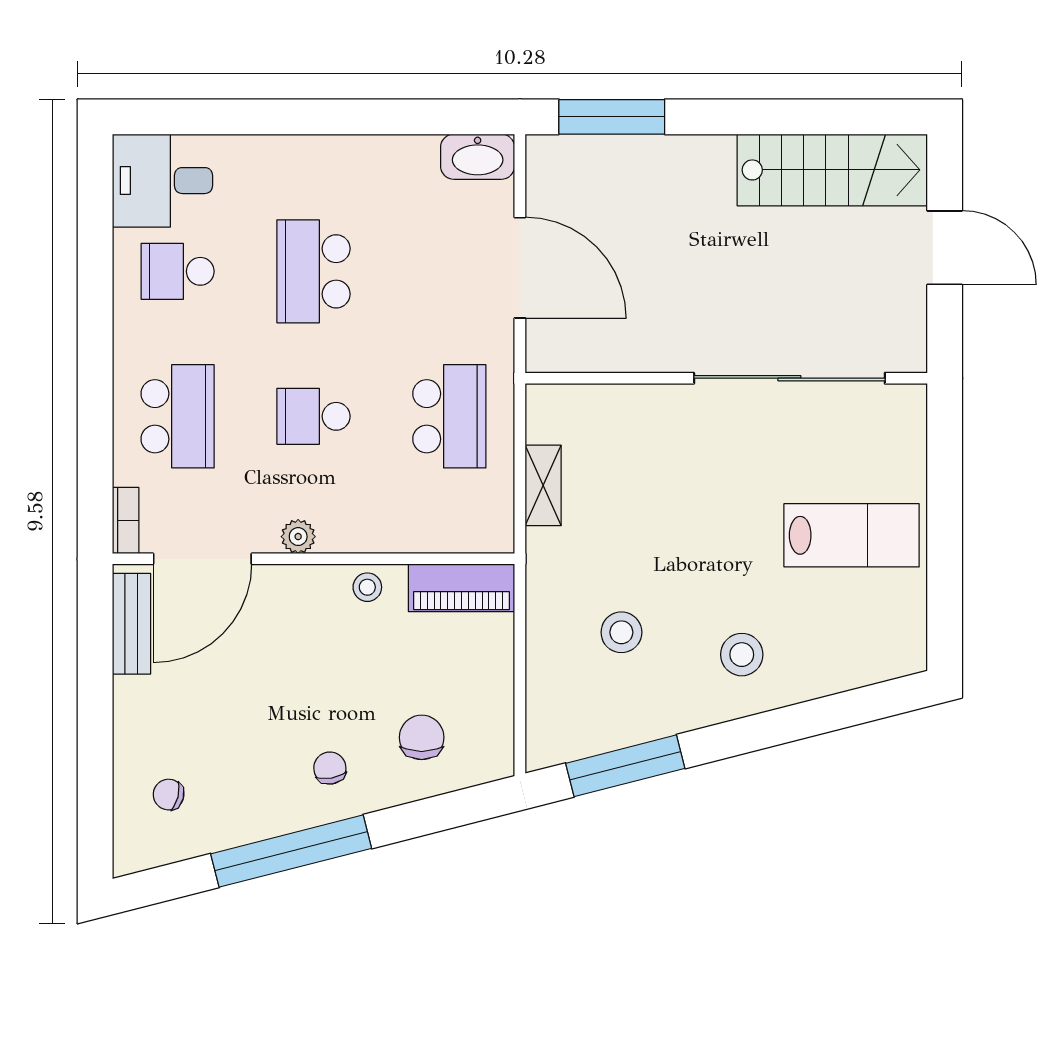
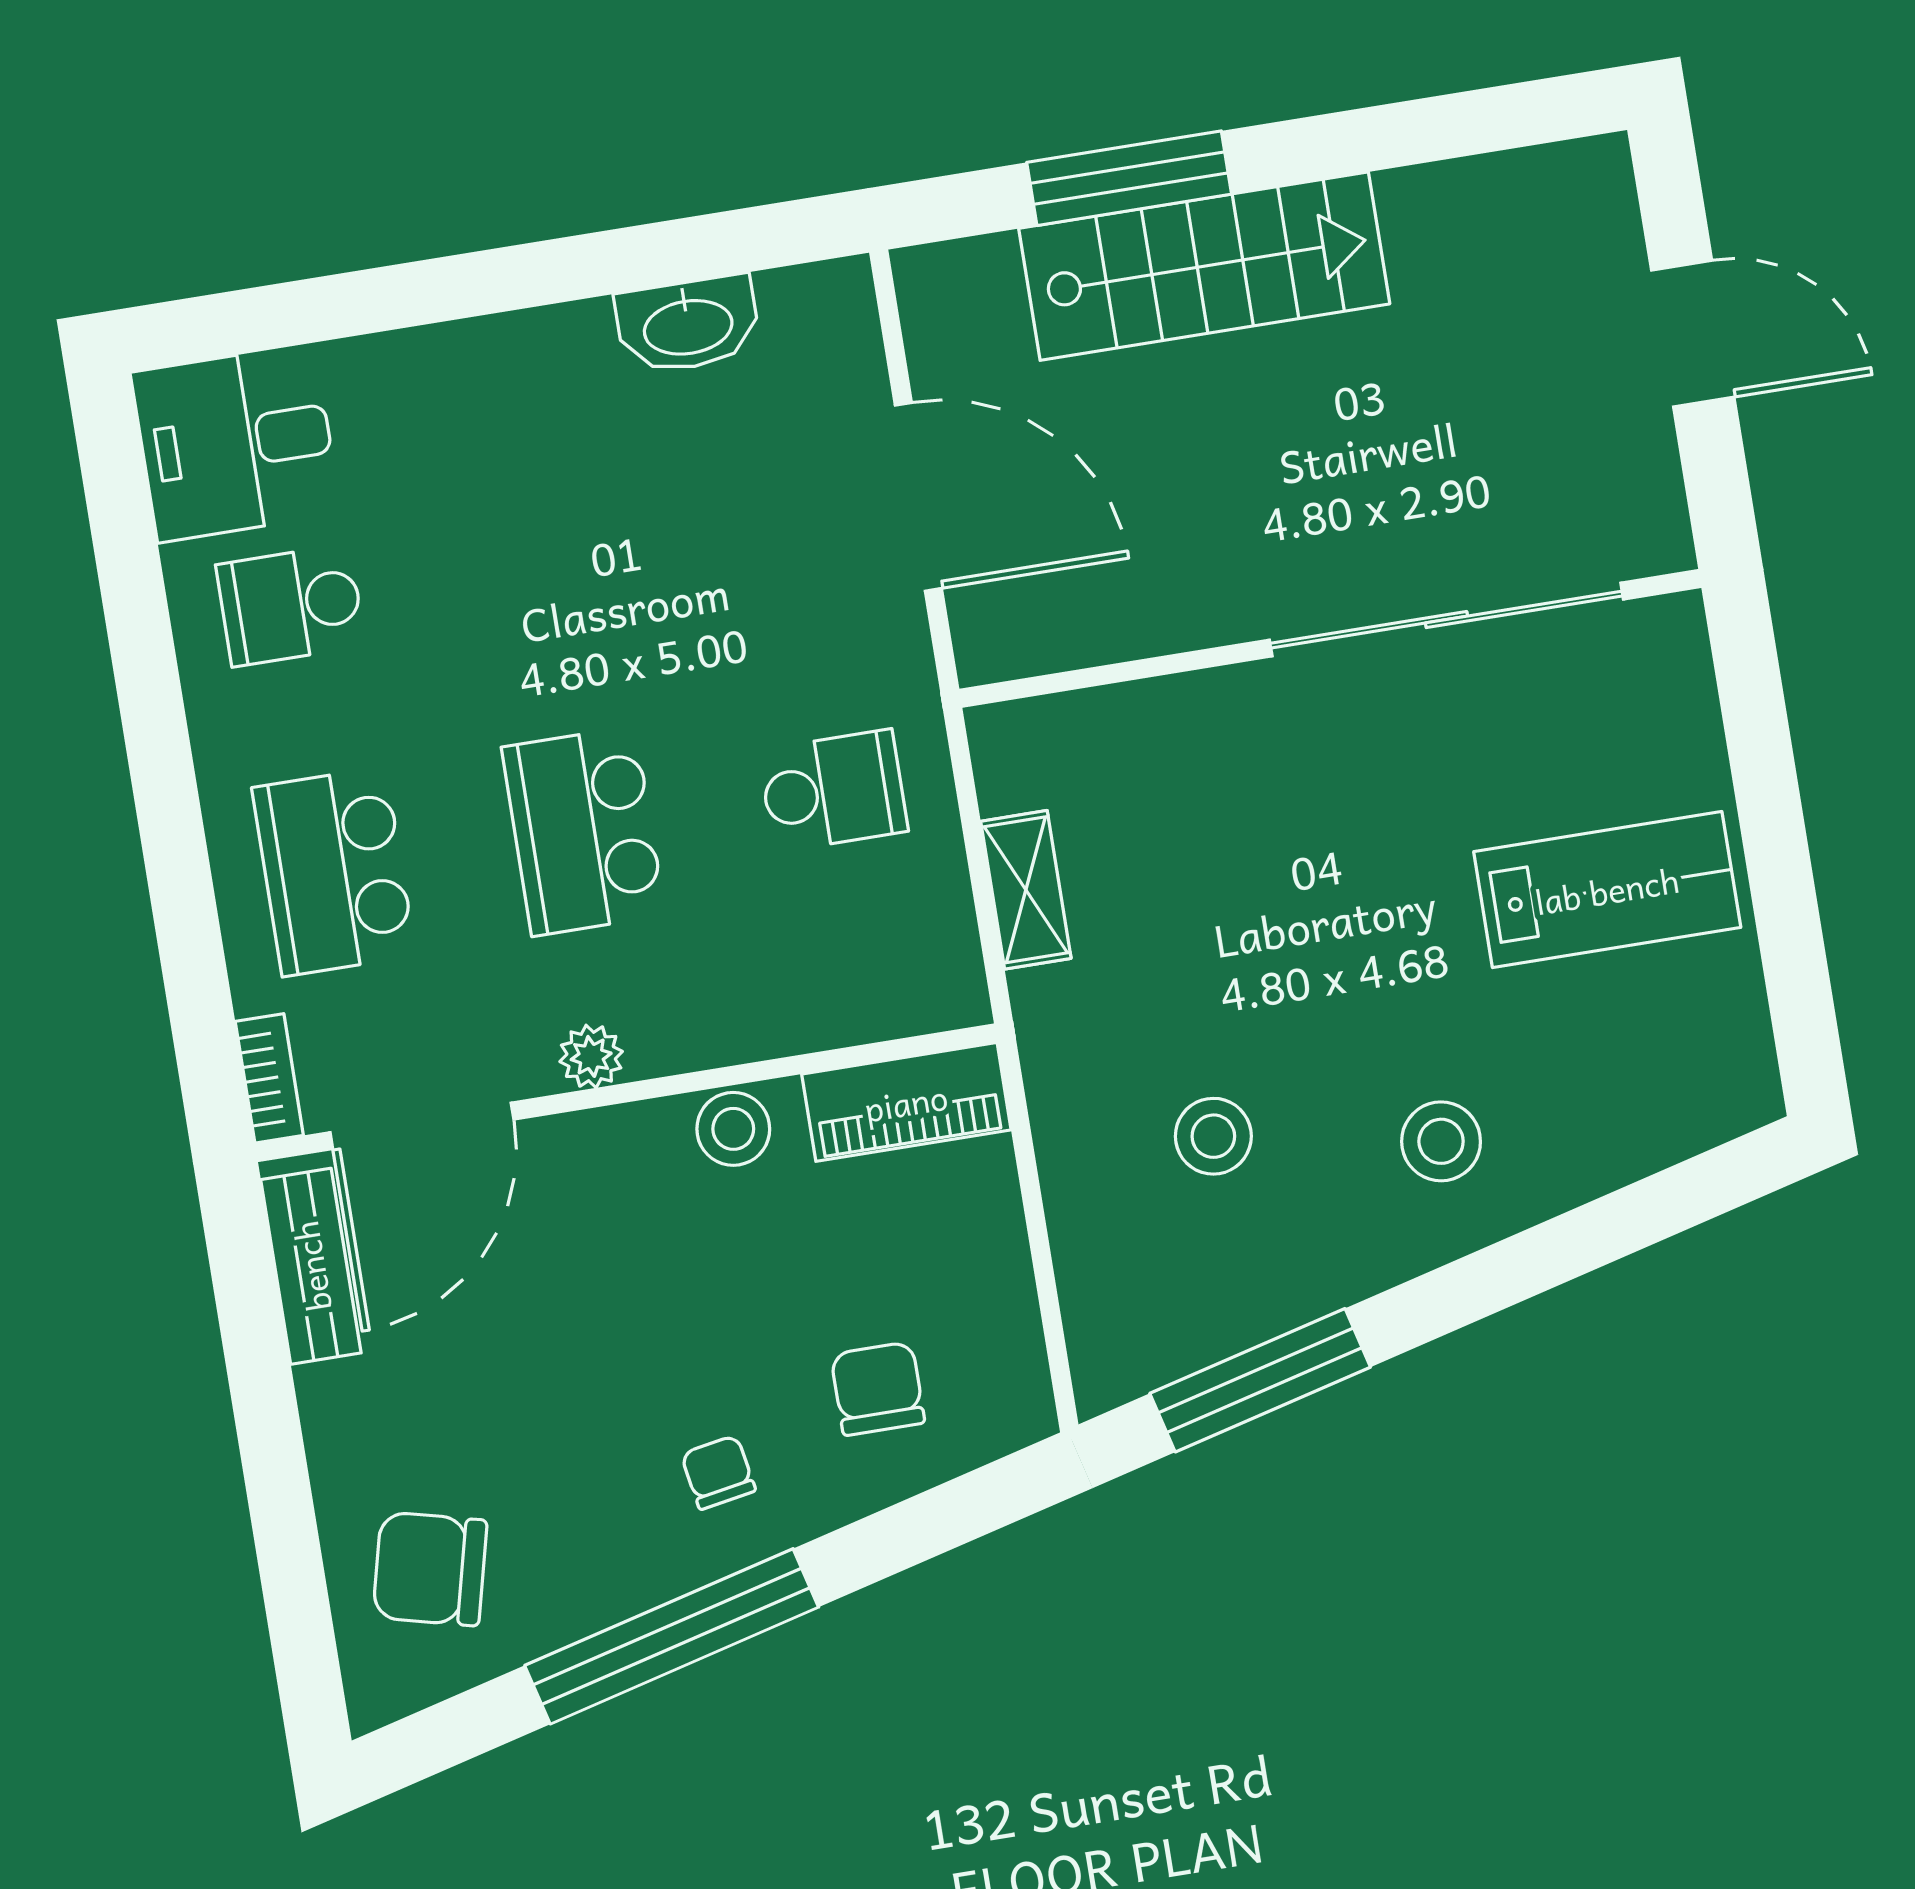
window: (612, 117) -> (1129, 178), moved
washbasin: (478, 157) -> (688, 325), moved
stairs: (832, 170) -> (1204, 266), moved
school desk: (313, 271) -> (540, 565), removed
school desk: (178, 416) -> (334, 872), turned 180
school desk: (313, 416) -> (584, 831), width x1.85
school desk: (449, 416) -> (833, 791), width x0.54
stool: (367, 587) -> (733, 1129), width x1.37, depth x1.37
chair: (169, 795) -> (430, 1569), width x1.87, depth x1.87

